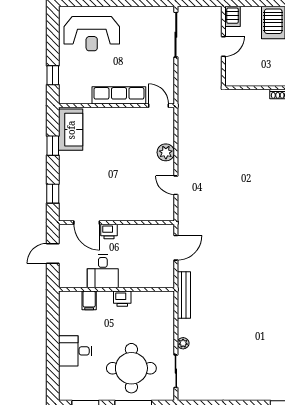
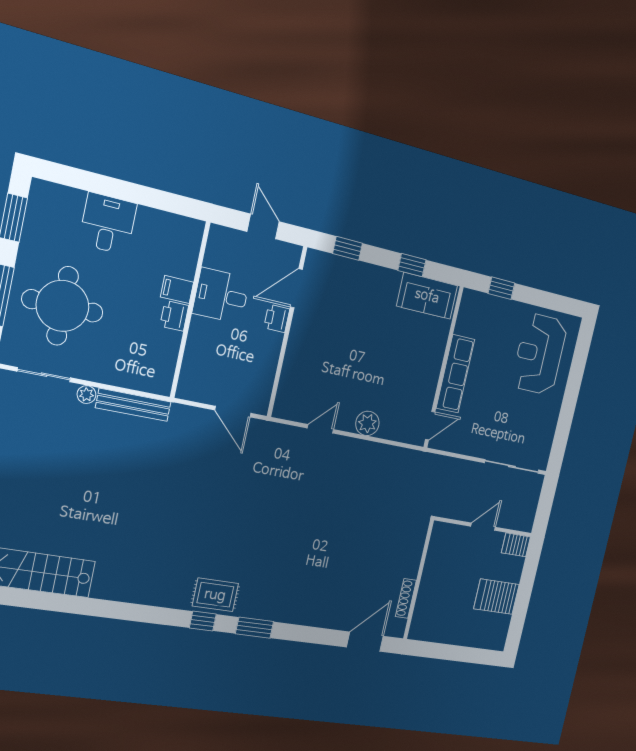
door: (223, 46) -> (483, 527), swing flipped
bench: (184, 295) -> (133, 405), moved
filing cabinet: (89, 300) -> (177, 290), moved

